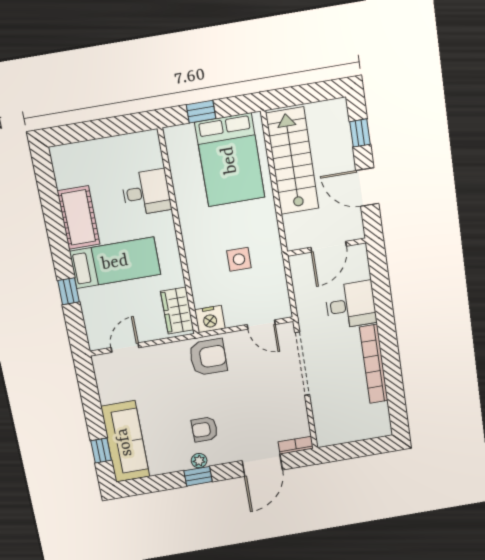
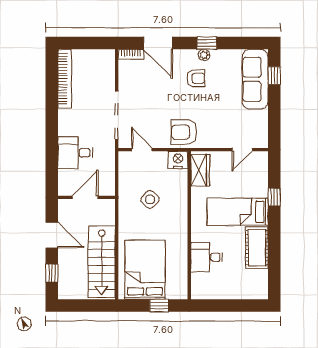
side table: (239, 259) -> (150, 199), turned 45
bookcase: (374, 364) -> (65, 79), moved
door: (262, 465) -> (158, 43), swing flipped

